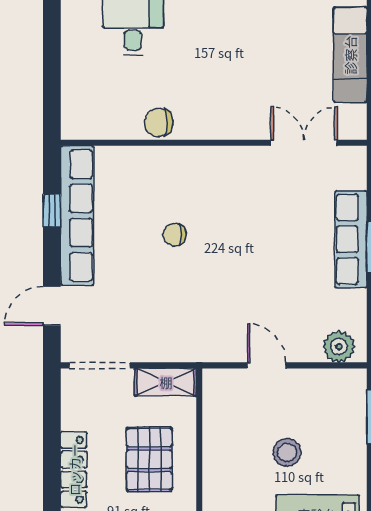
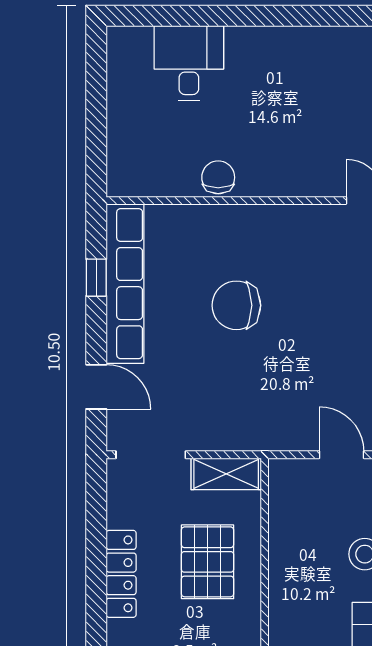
chair: (159, 123) -> (218, 177), turned 90
chair: (175, 235) -> (236, 305), width x1.87, depth x1.87
door: (52, 306) -> (96, 387), swing flipped

